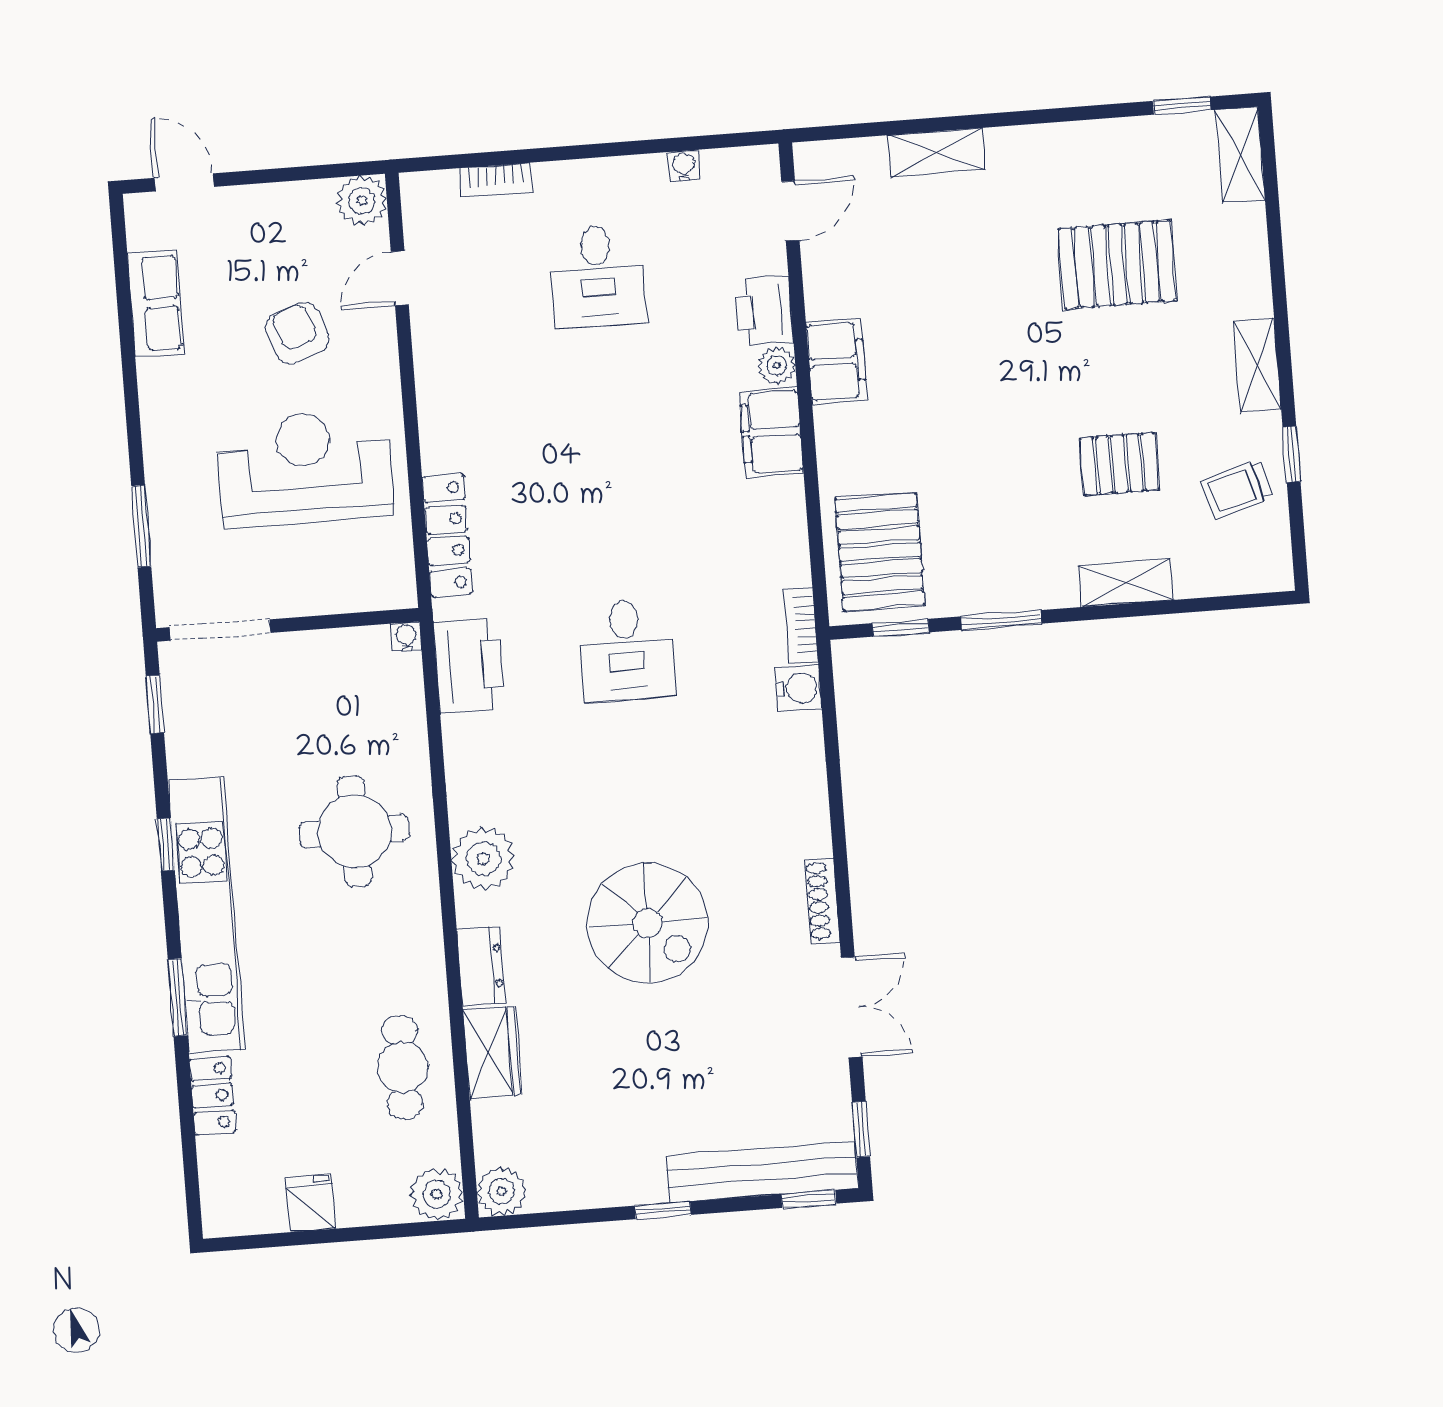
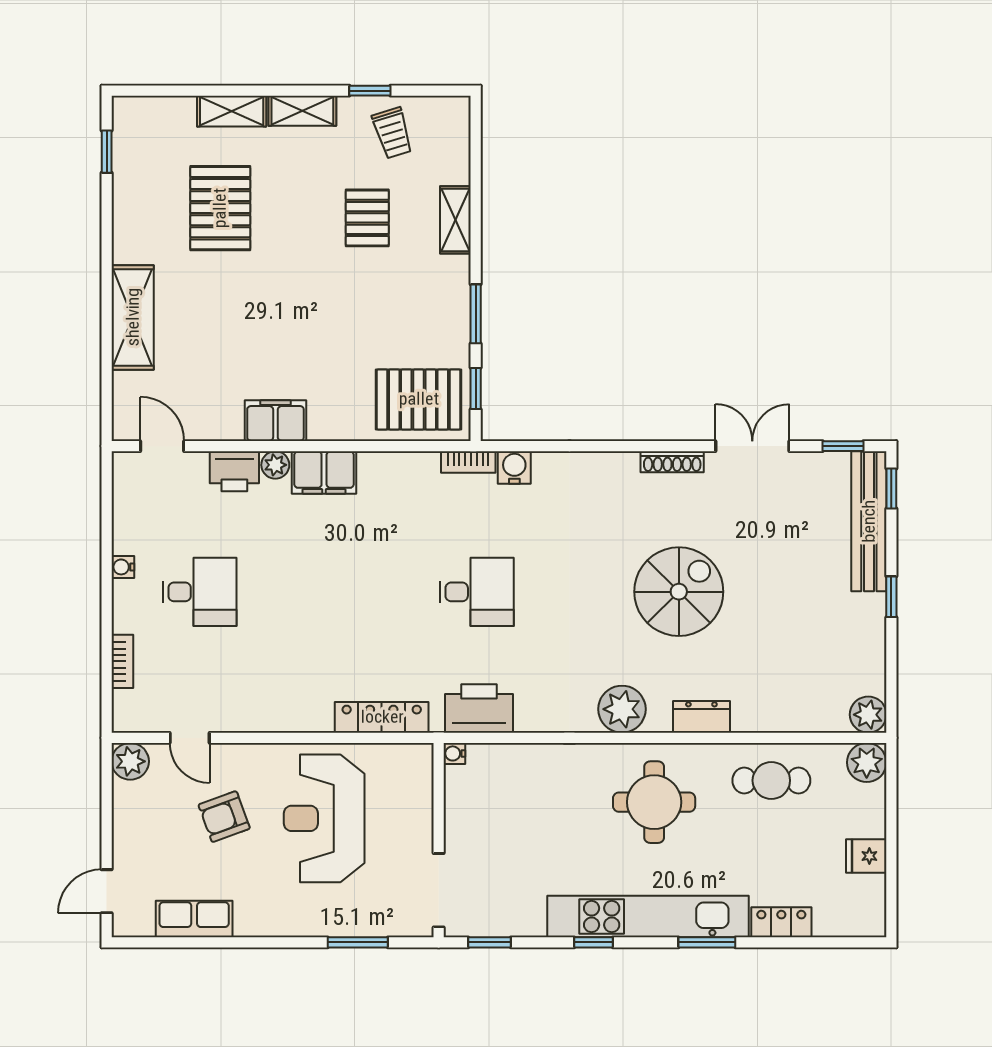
shelving: (937, 153) -> (133, 317), width x1.50, depth x1.33
shelving: (1241, 155) -> (232, 111), moved
water cooler: (684, 166) -> (123, 567), moved
round table: (355, 831) -> (654, 802), moved
wardrobe: (492, 1053) -> (766, 714), removed

